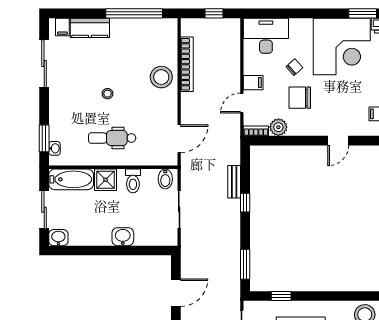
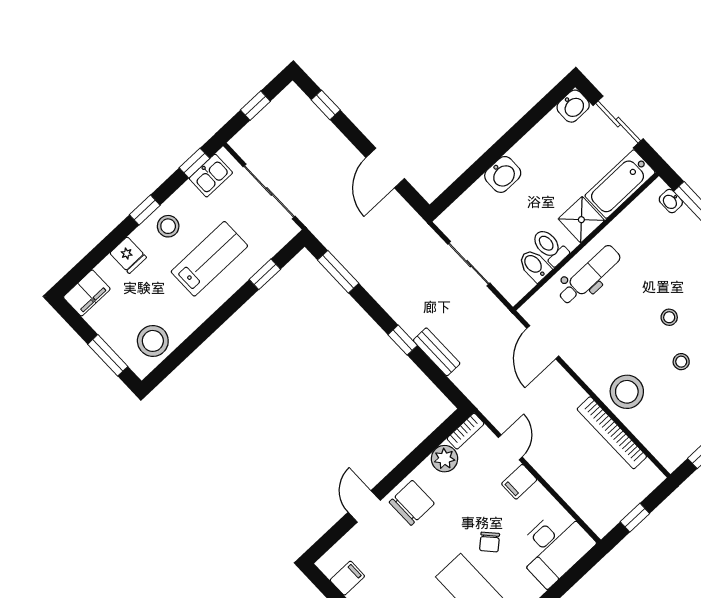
stool: (122, 67) -> (681, 362), added
chair: (300, 98) -> (412, 503), moved
dental chair: (112, 138) -> (589, 275), moved
bidet: (165, 179) -> (535, 265), moved

